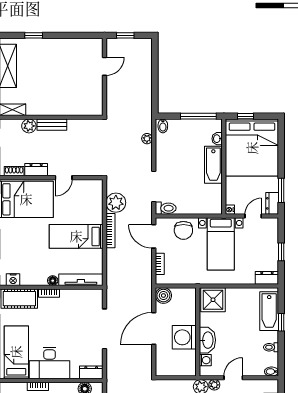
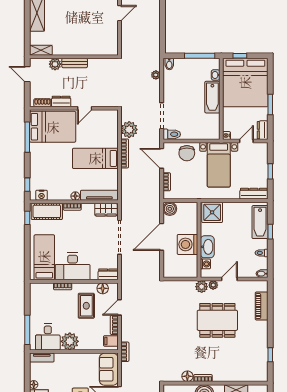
window: (281, 190) -> (270, 105), moved
dresser: (267, 278) -> (254, 194), width x1.44
wardrobe: (89, 296) -> (106, 210), added

